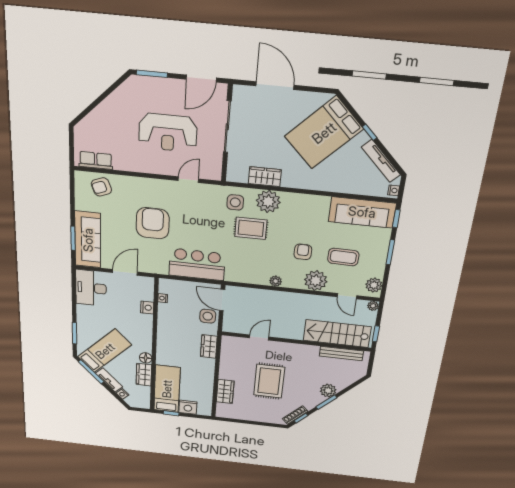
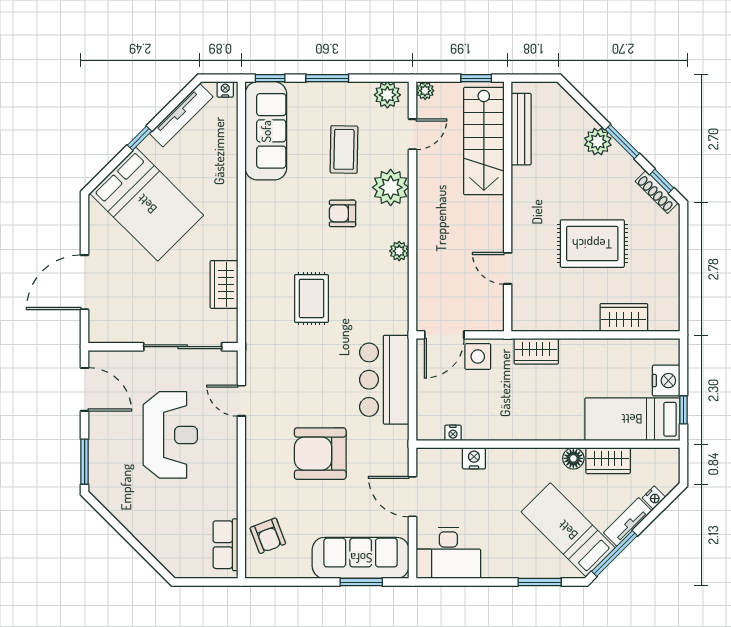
sliding door: (227, 127) -> (183, 347), moved
plant: (268, 201) -> (264, 276), removed
side table: (235, 202) -> (271, 326), removed

